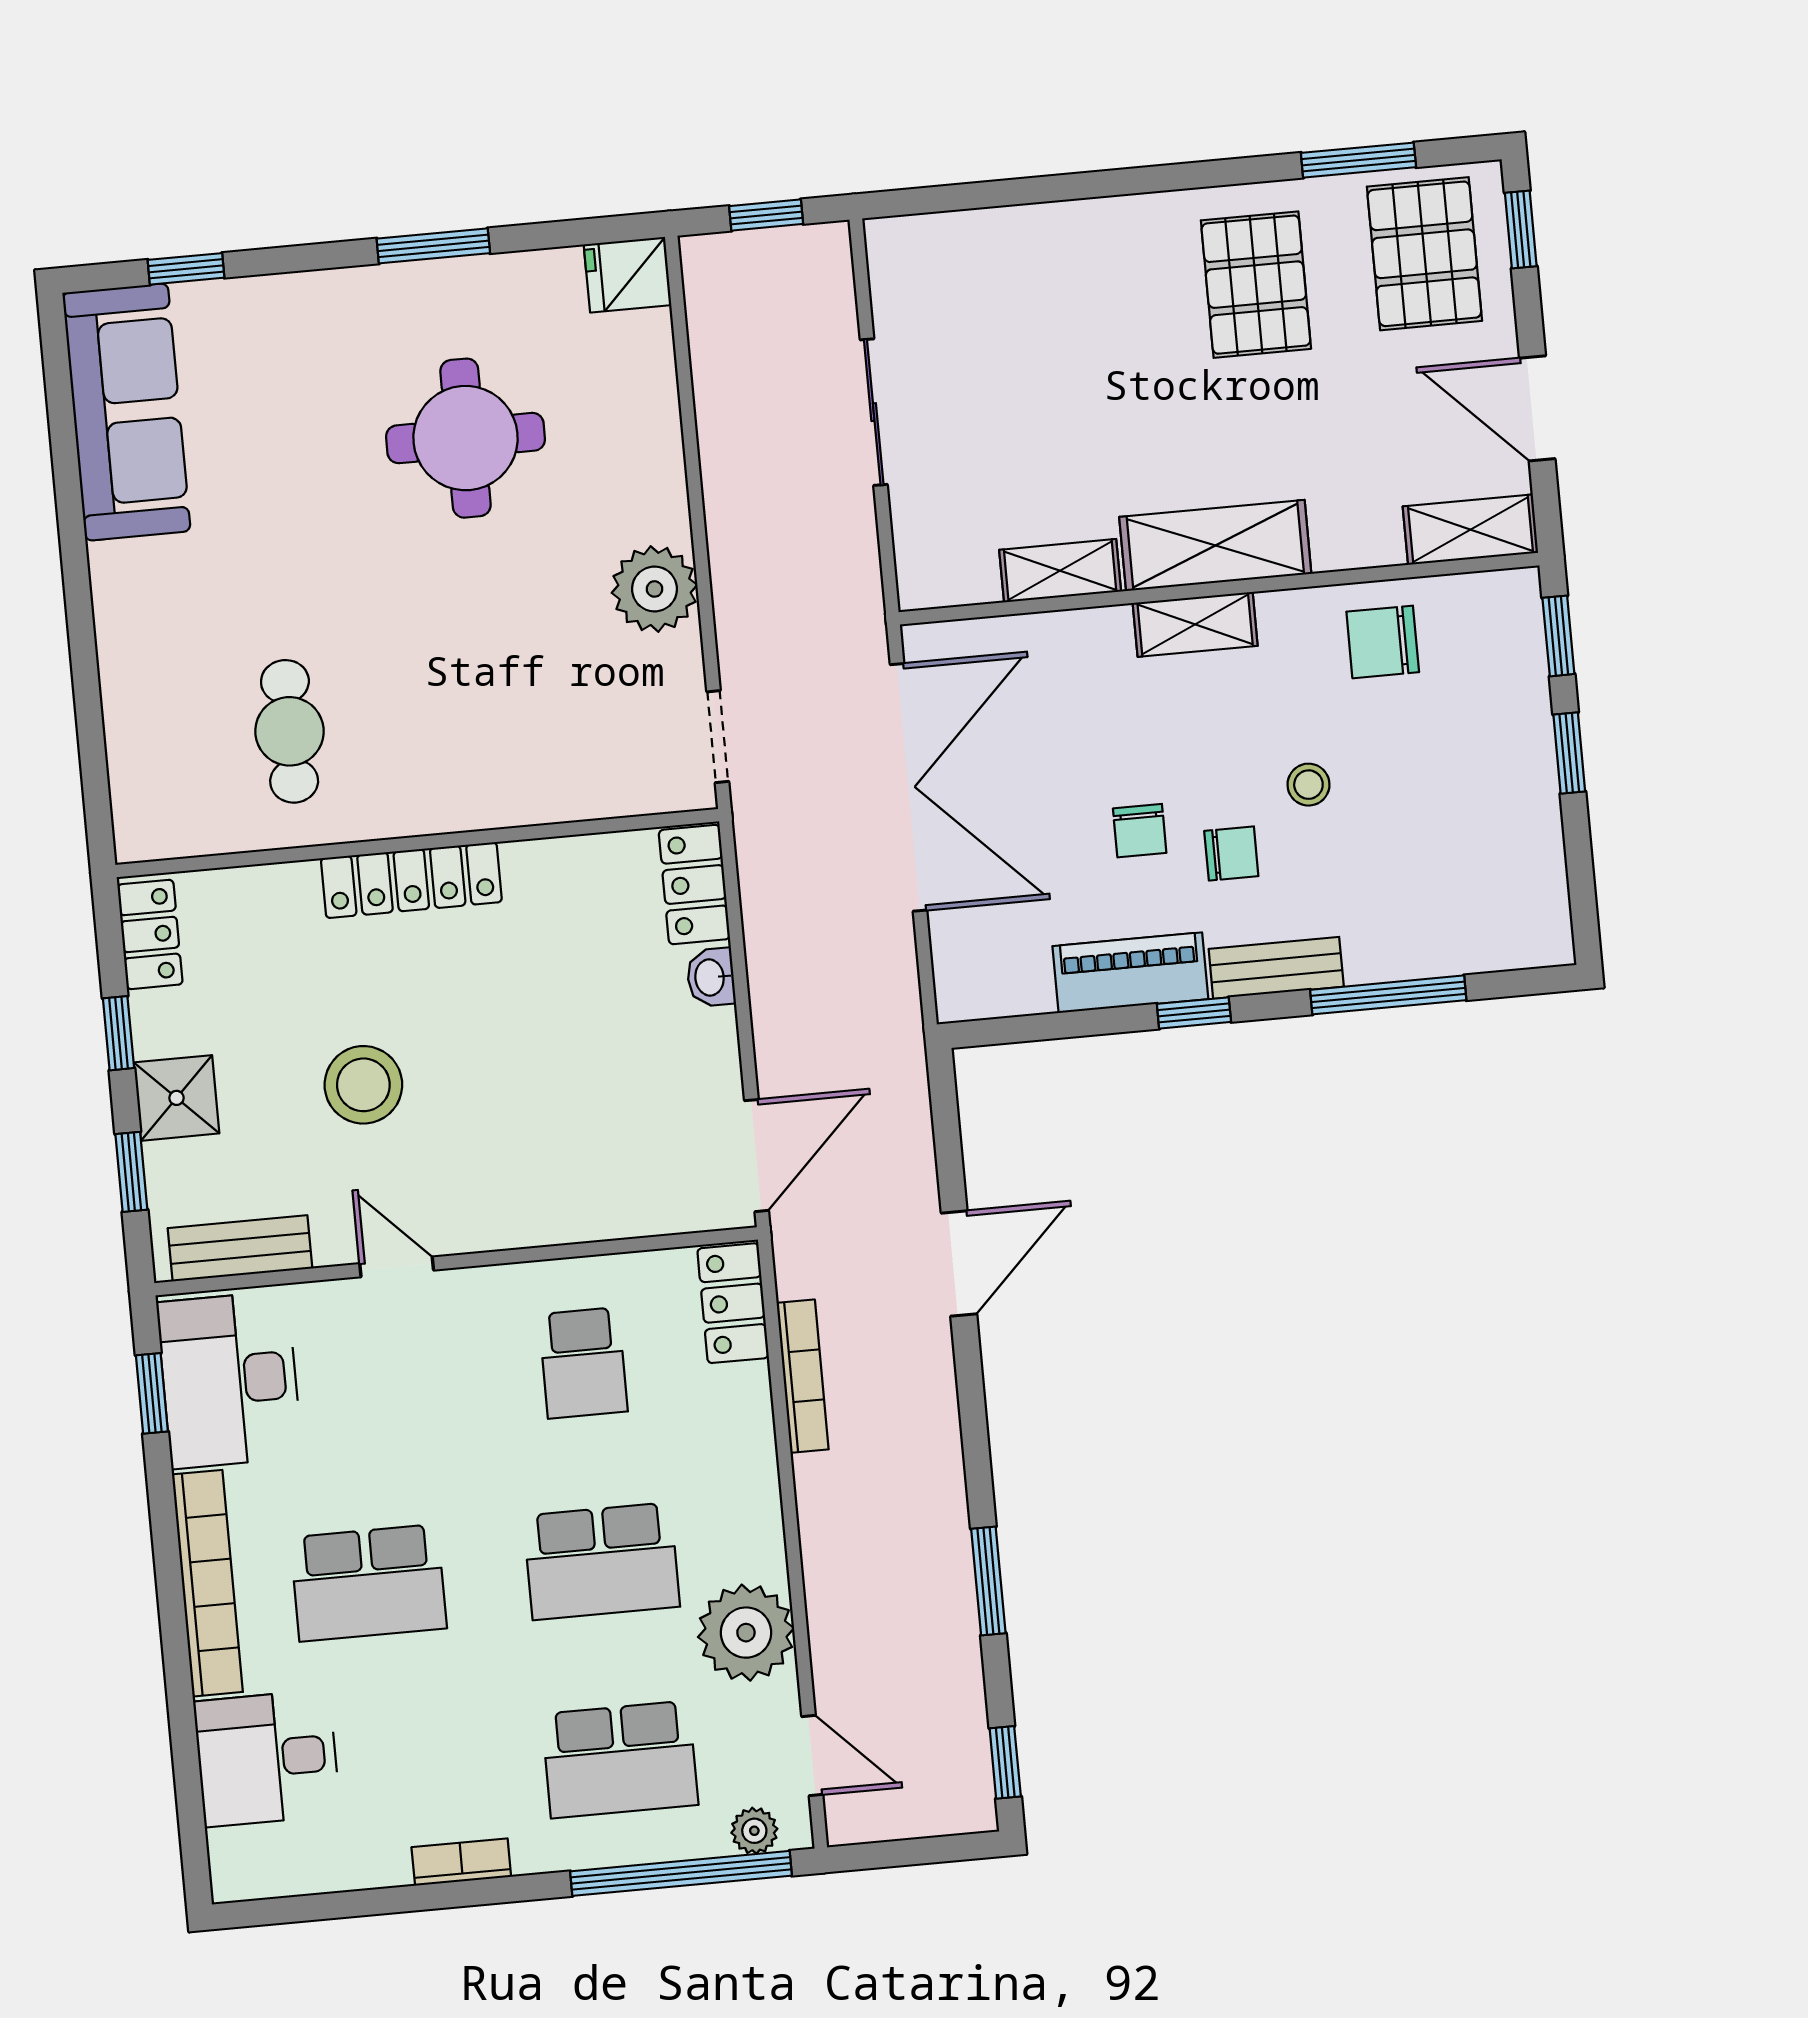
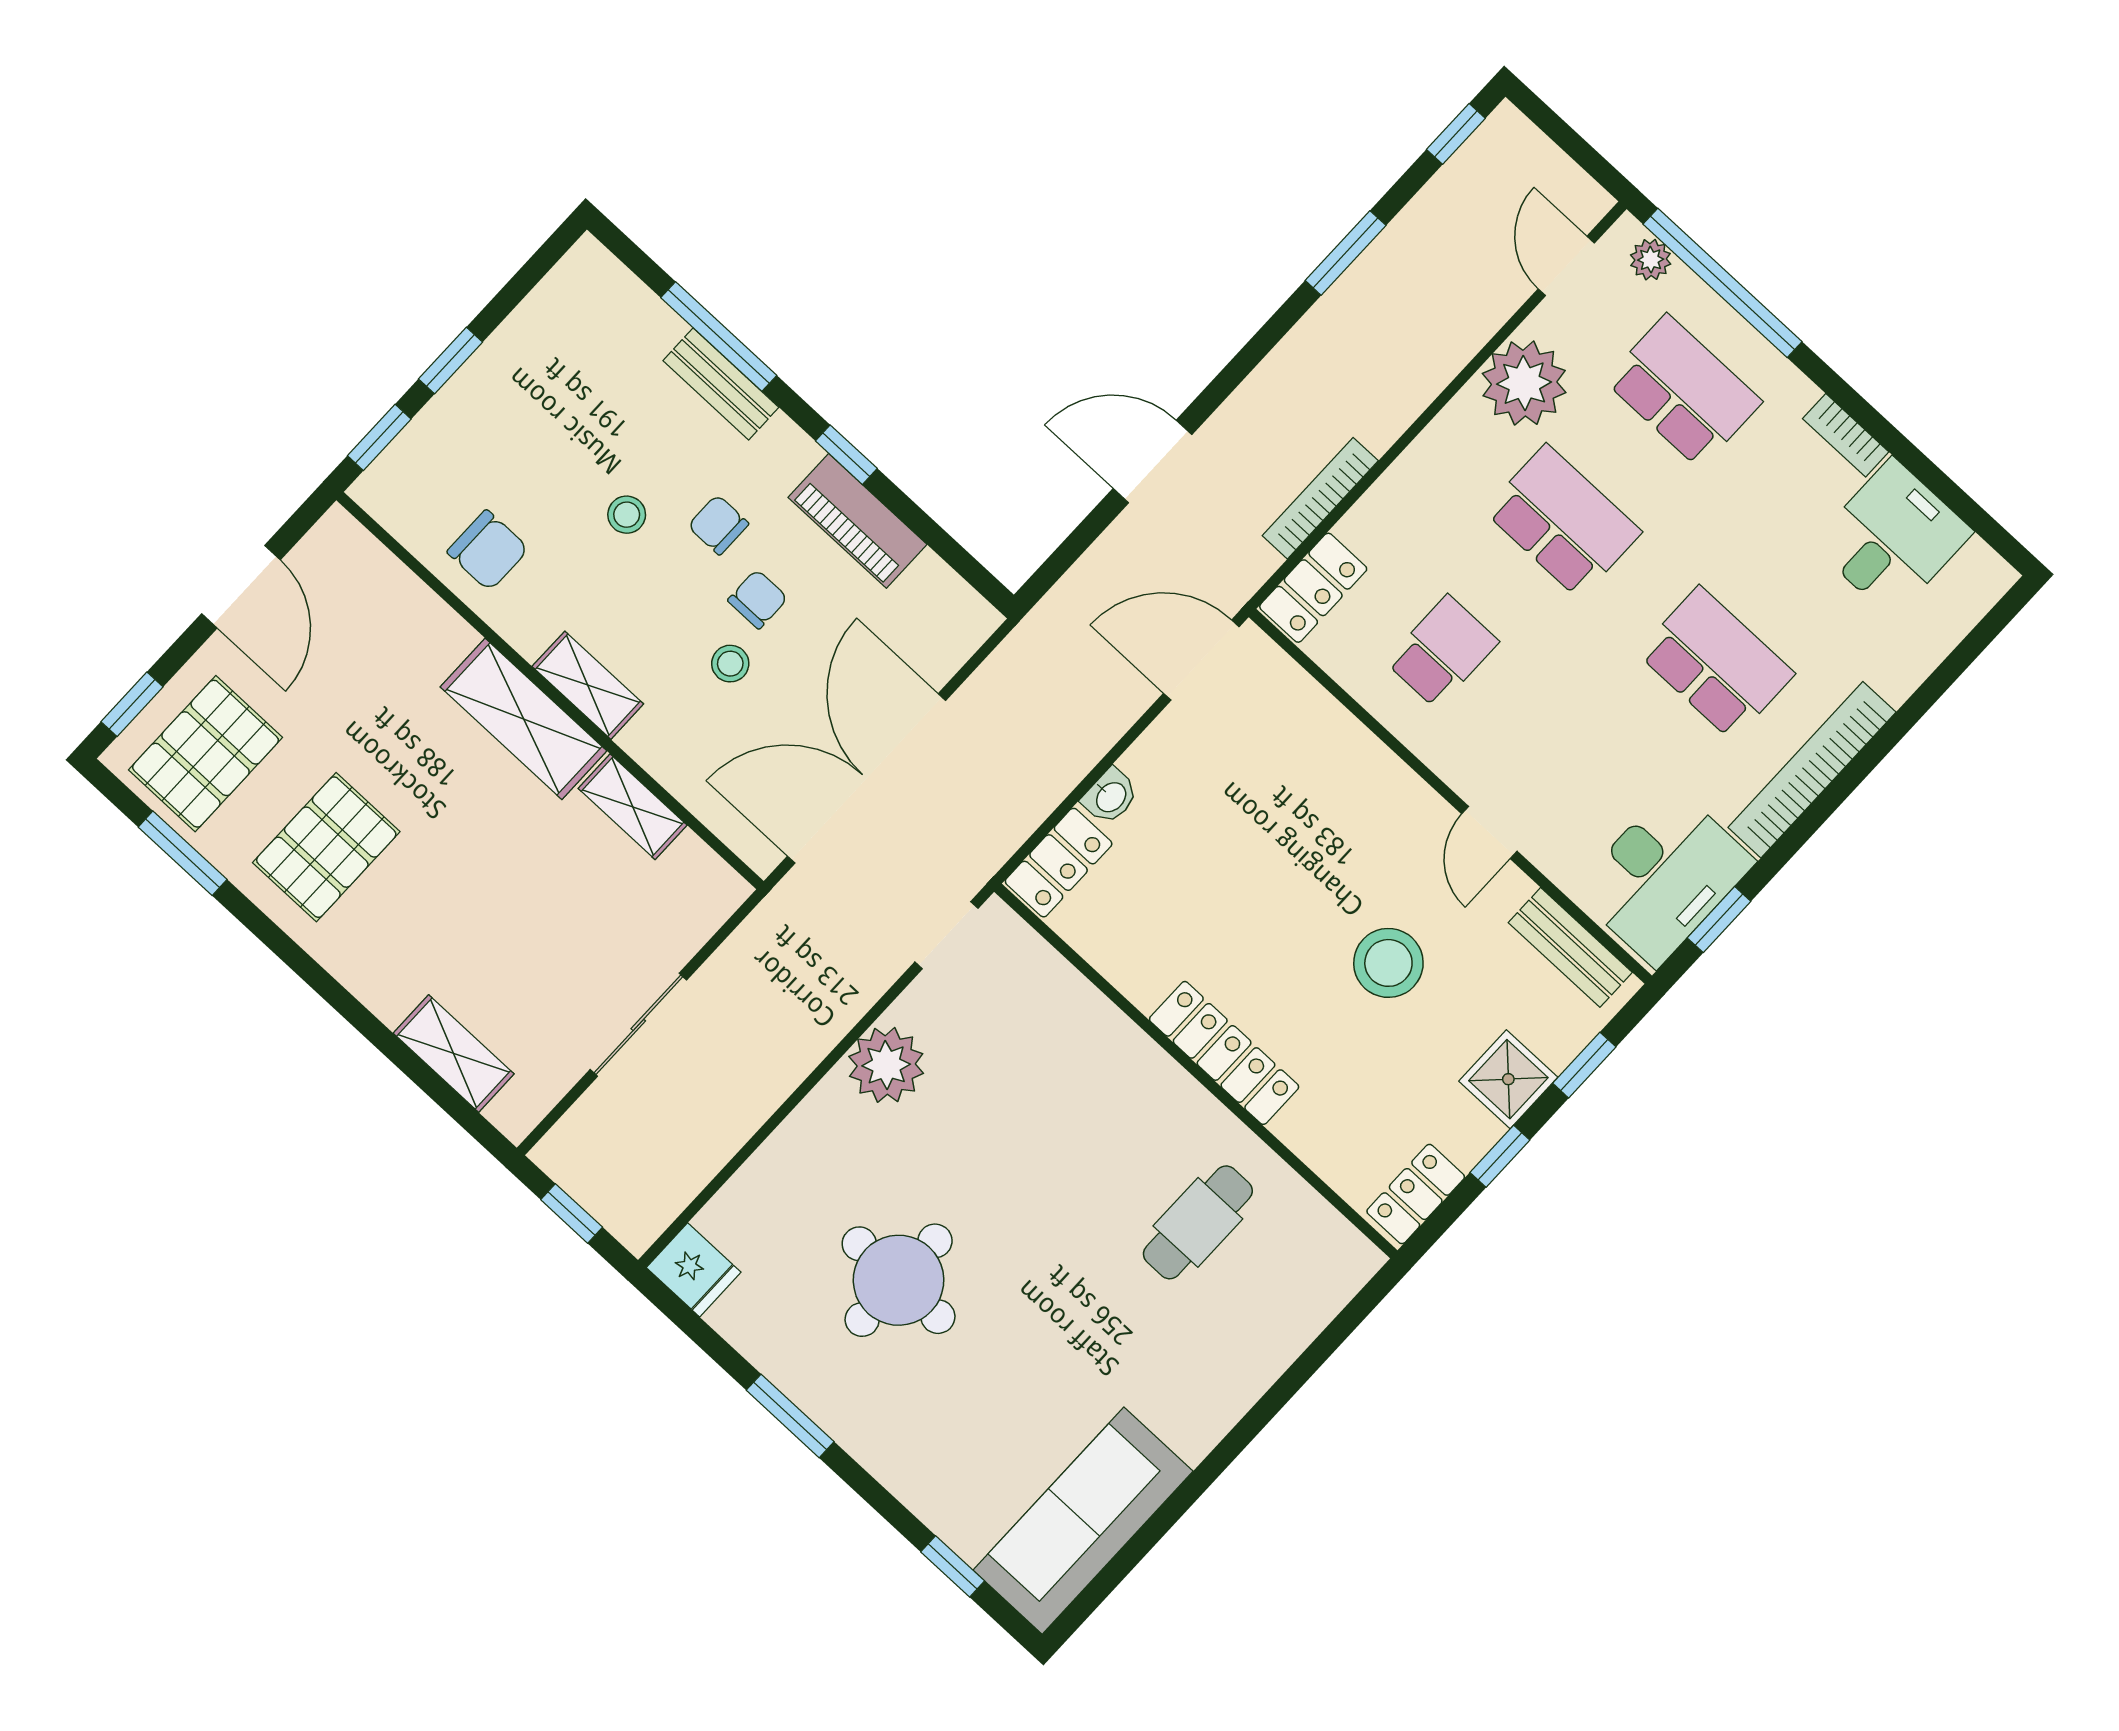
shelving: (1470, 530) -> (454, 1053), moved
stool: (1107, 760) -> (730, 664), added
bench: (1276, 968) -> (721, 384), moved
desk: (267, 1758) -> (1892, 538), moved, turned -90

